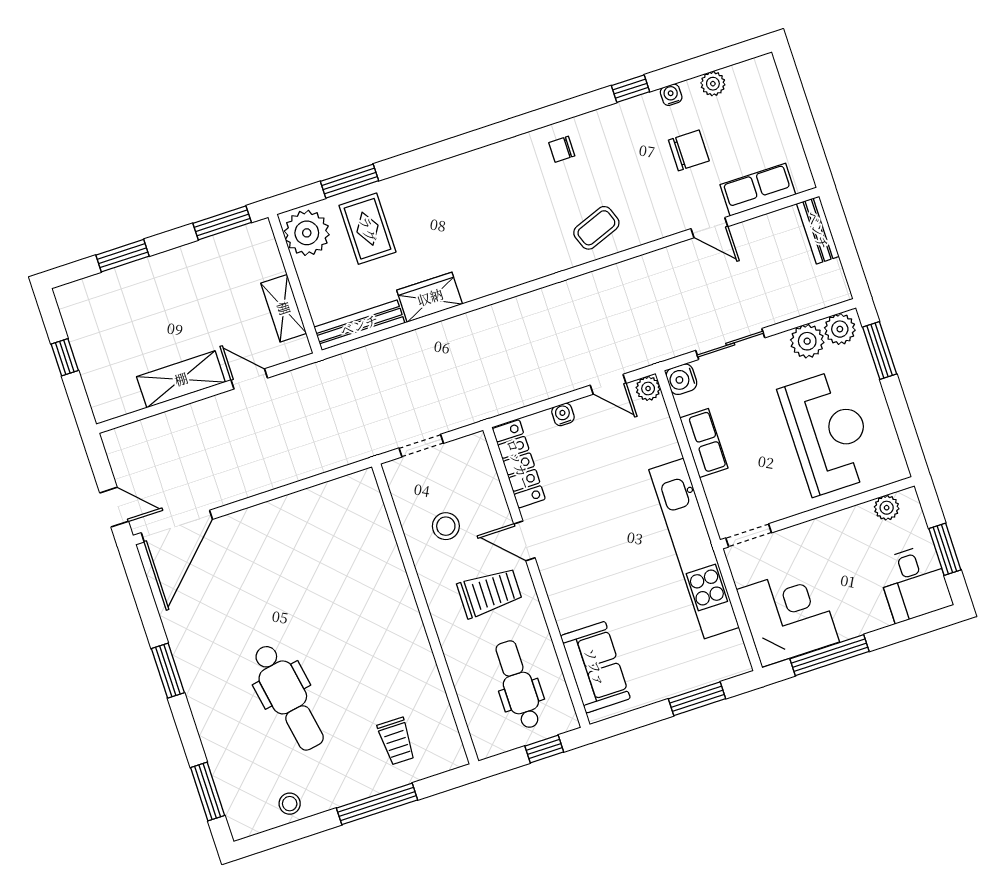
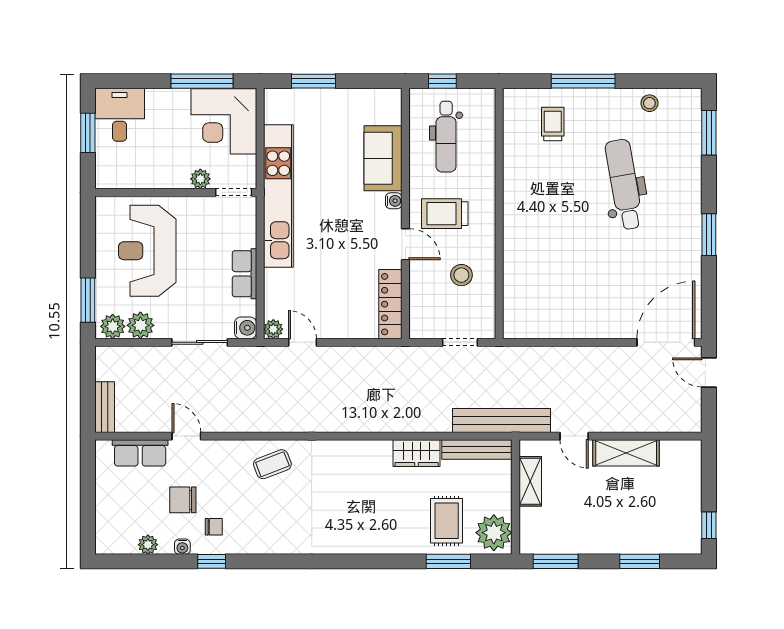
chair: (562, 149) -> (214, 527), moved
window: (65, 357) -> (709, 525), moved
bench: (342, 369) -> (501, 420), added
water cooler: (563, 414) -> (394, 201), moved, turned -90
plant: (887, 508) -> (200, 179), moved
sofa: (595, 667) -> (383, 158), moved

